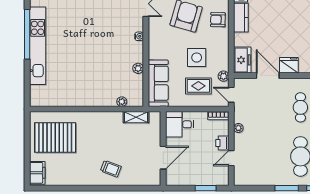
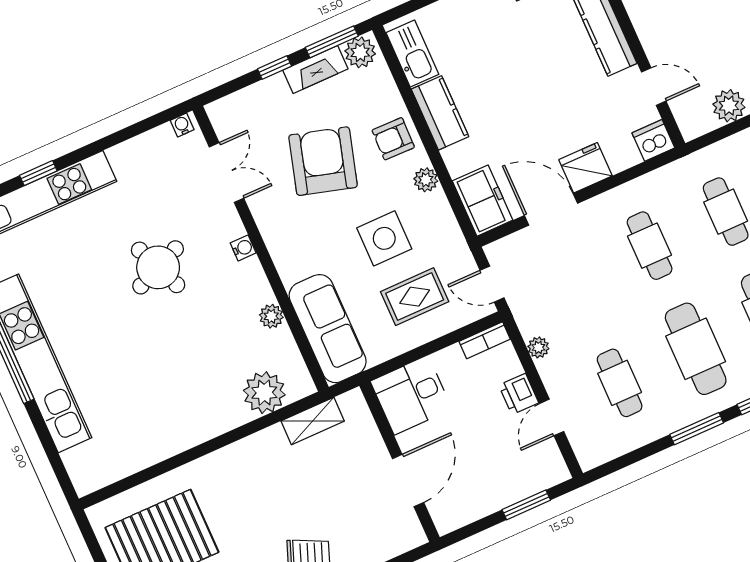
round table: (102, 29) -> (158, 267), added
plant: (223, 76) -> (426, 180), moved
plant: (122, 102) -> (264, 393), width x1.88, depth x1.88
cafe table: (264, 156) -> (620, 383), added

